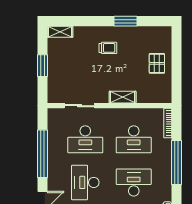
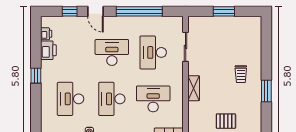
shelving: (60, 32) -> (256, 28), removed
desk: (134, 139) -> (153, 99), turned 90
desk: (134, 182) -> (112, 99), turned 180

